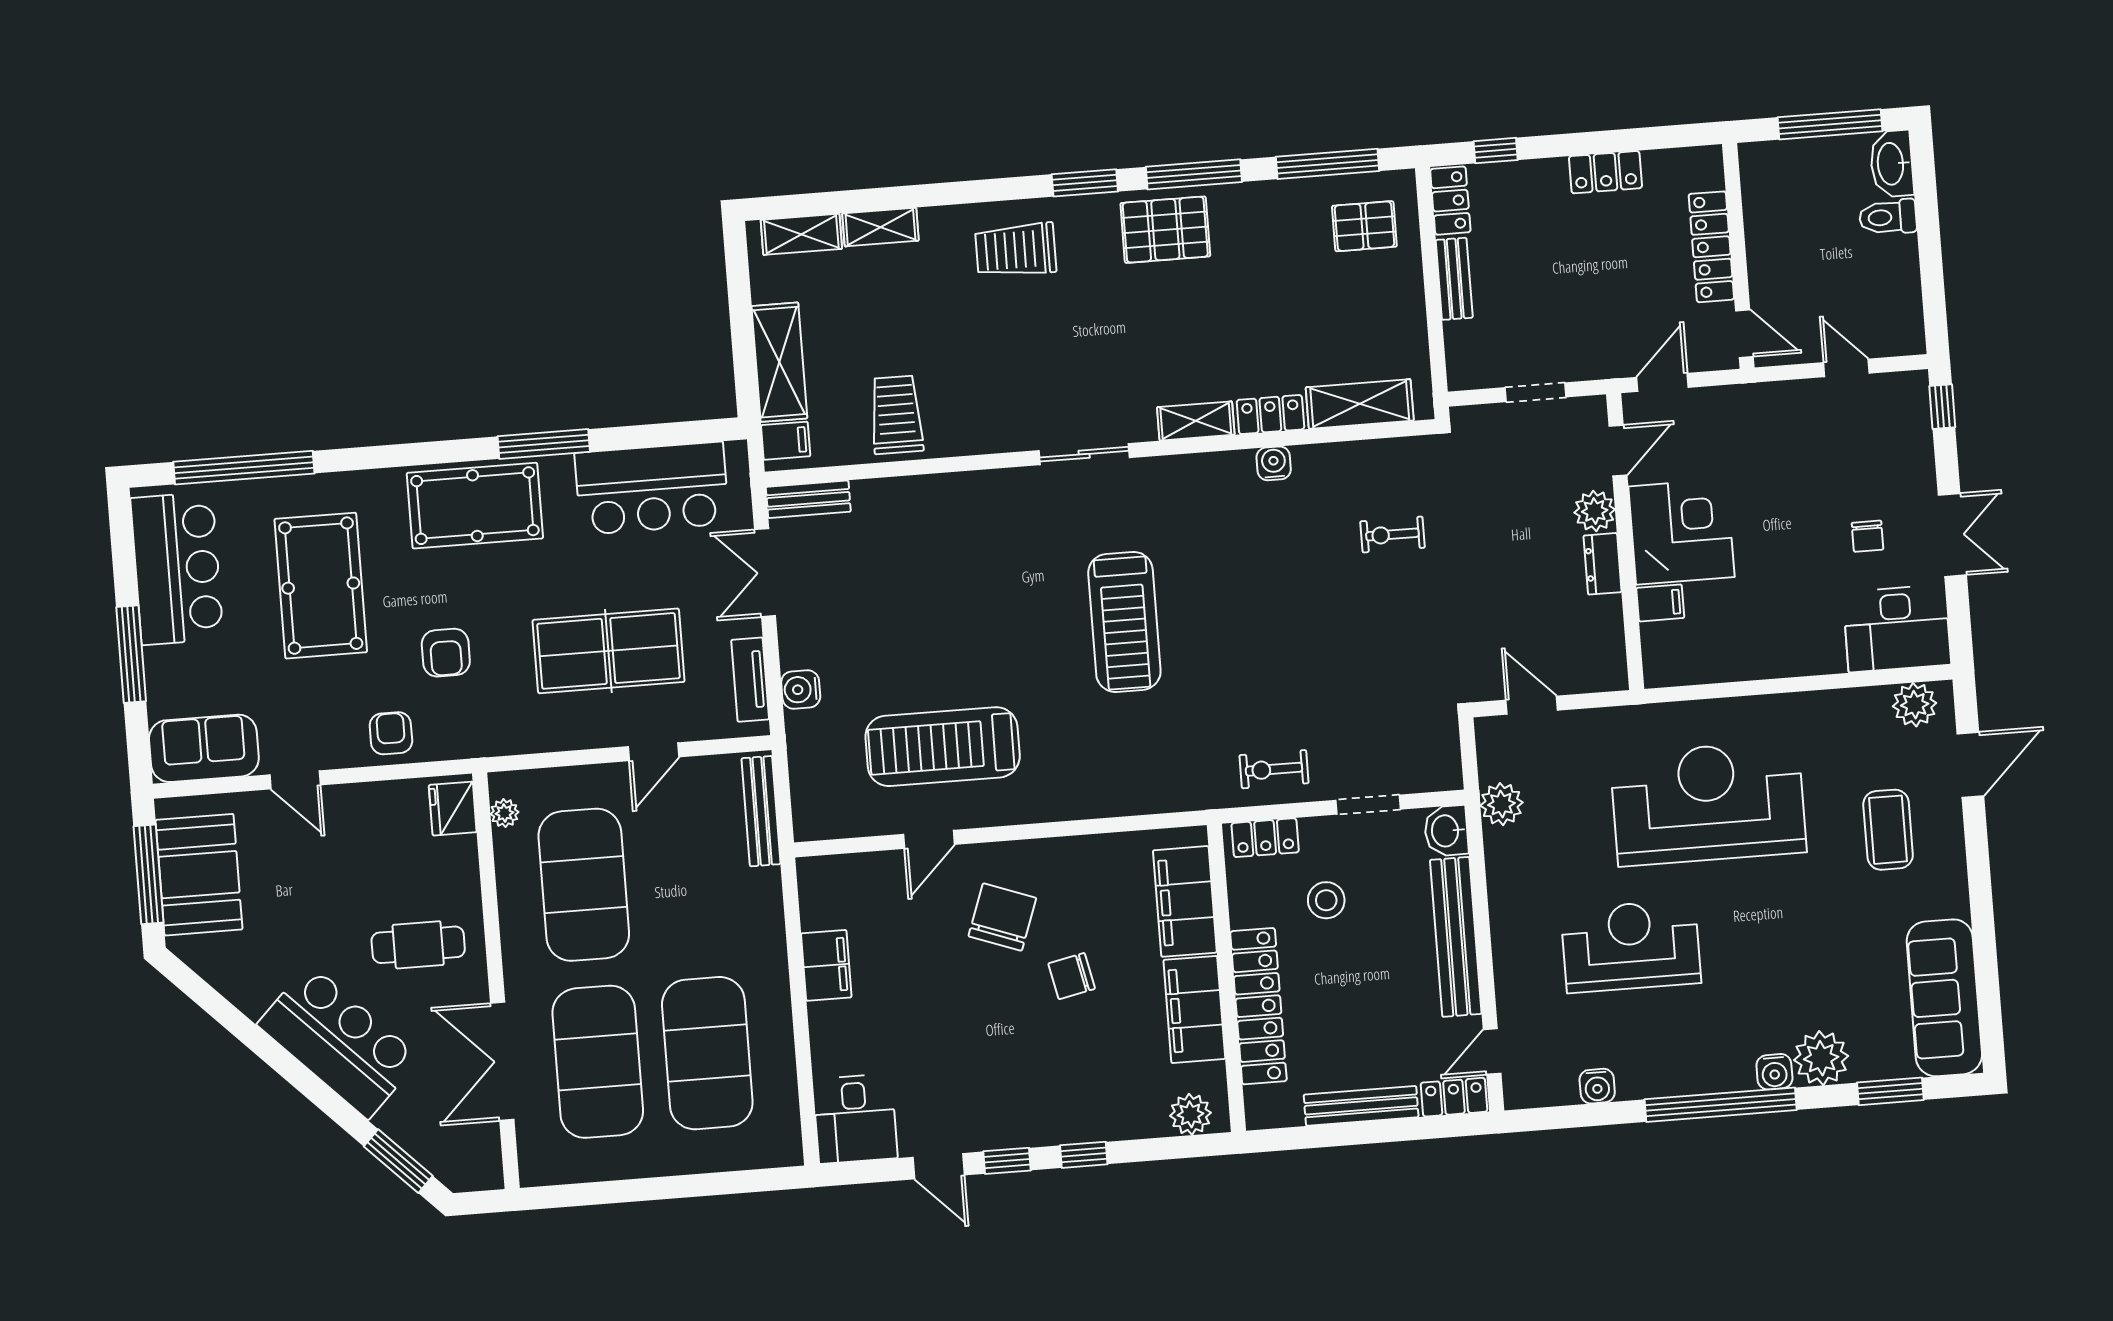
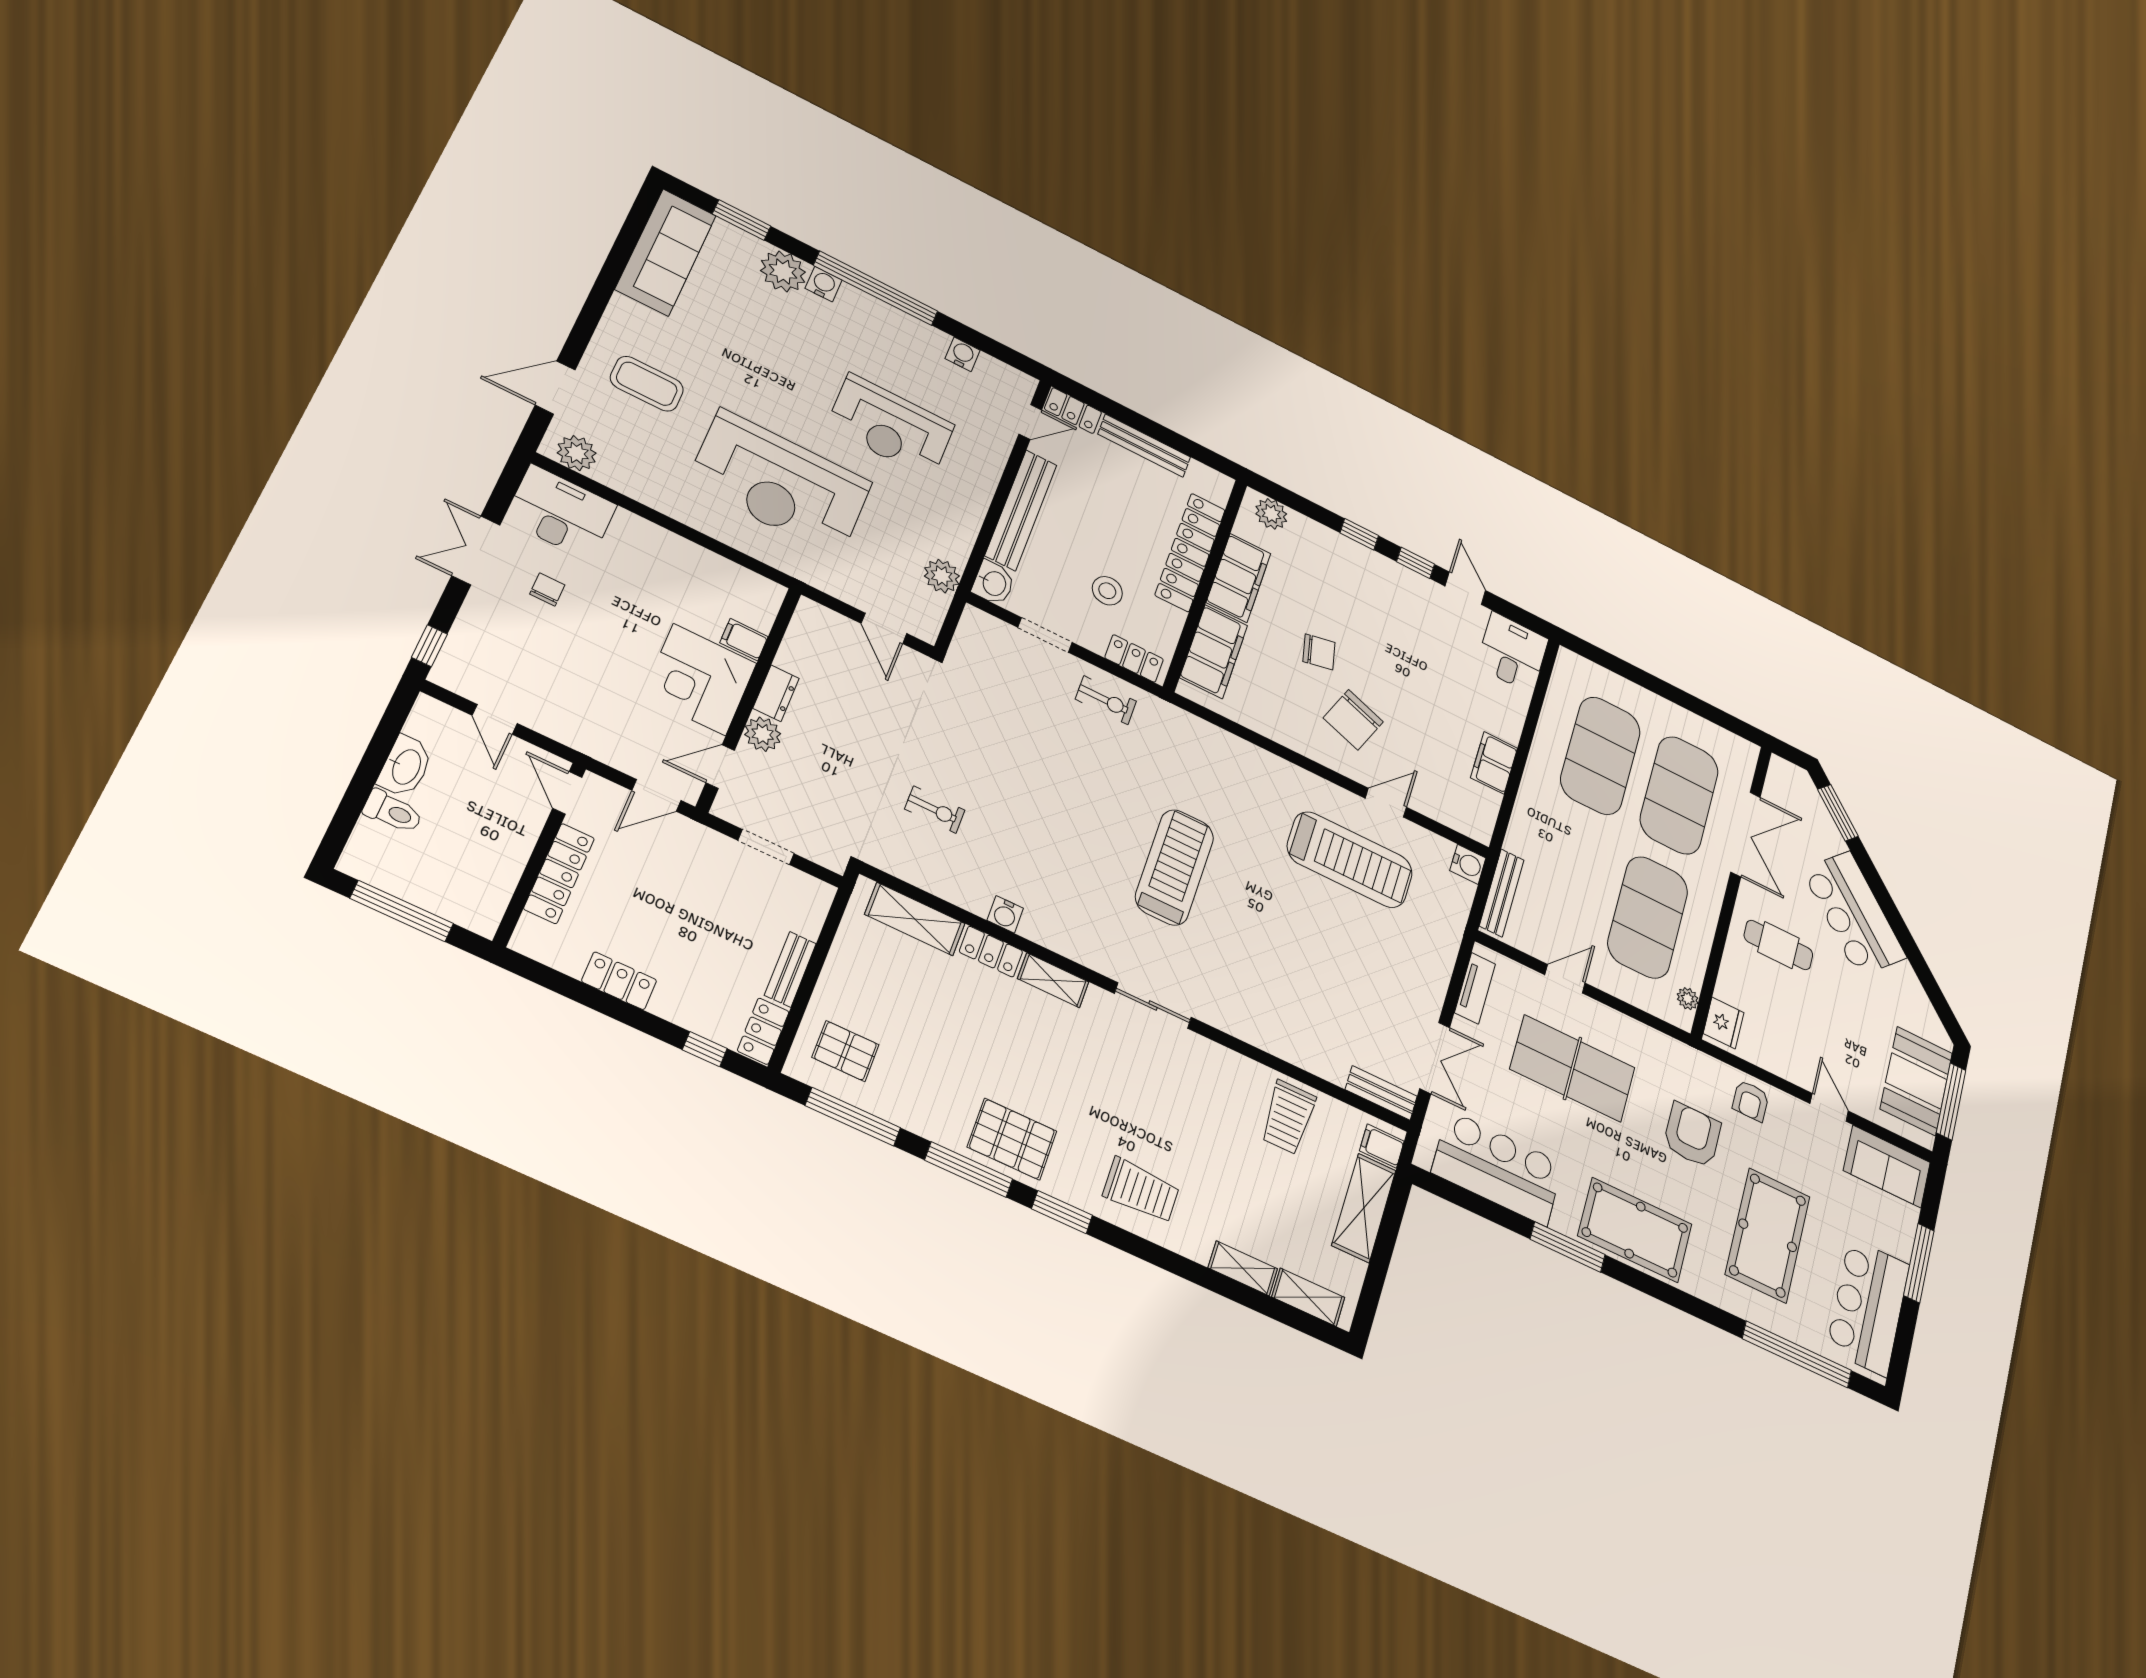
washbasin: (1892, 164) -> (405, 766), moved
armchair: (446, 653) -> (1692, 1135), width x1.38, depth x1.38
water cooler: (801, 689) -> (1468, 864), moved
coffee table: (1888, 830) -> (647, 384), turned 90

